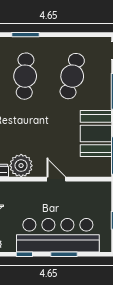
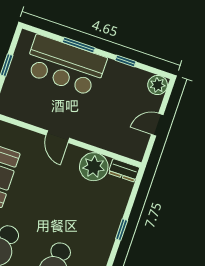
bar counter: (58, 235) -> (65, 65), width x0.73

